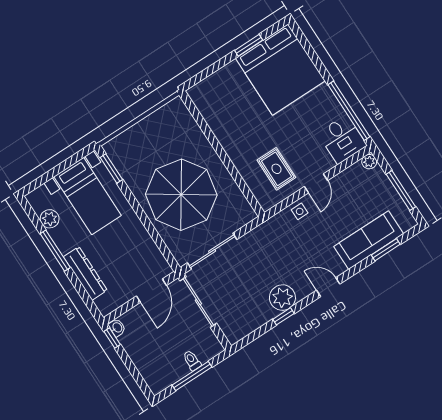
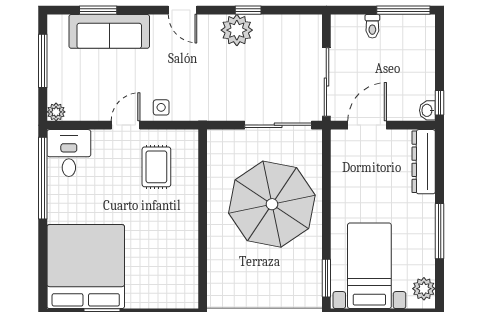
plant: (50, 219) -> (424, 289), moved
dresser: (85, 273) -> (424, 162), moved
window: (192, 376) -> (403, 10), moved

